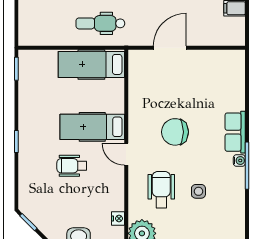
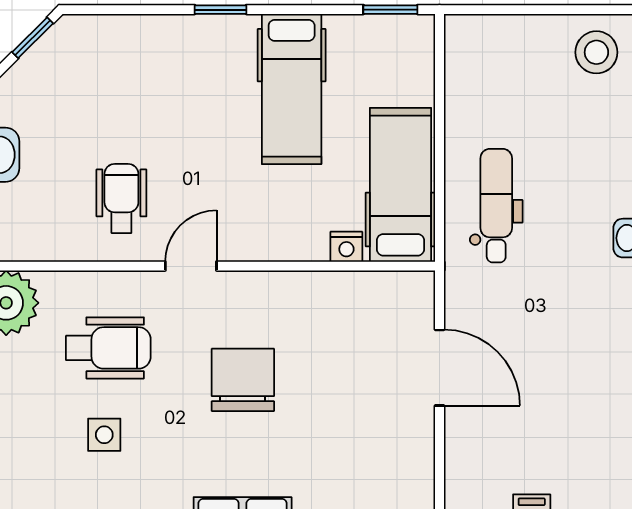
hospital bed: (92, 127) -> (292, 89), moved, turned 180
wheelchair: (72, 166) -> (121, 198), moved
nightstand: (118, 218) -> (346, 247), moved

